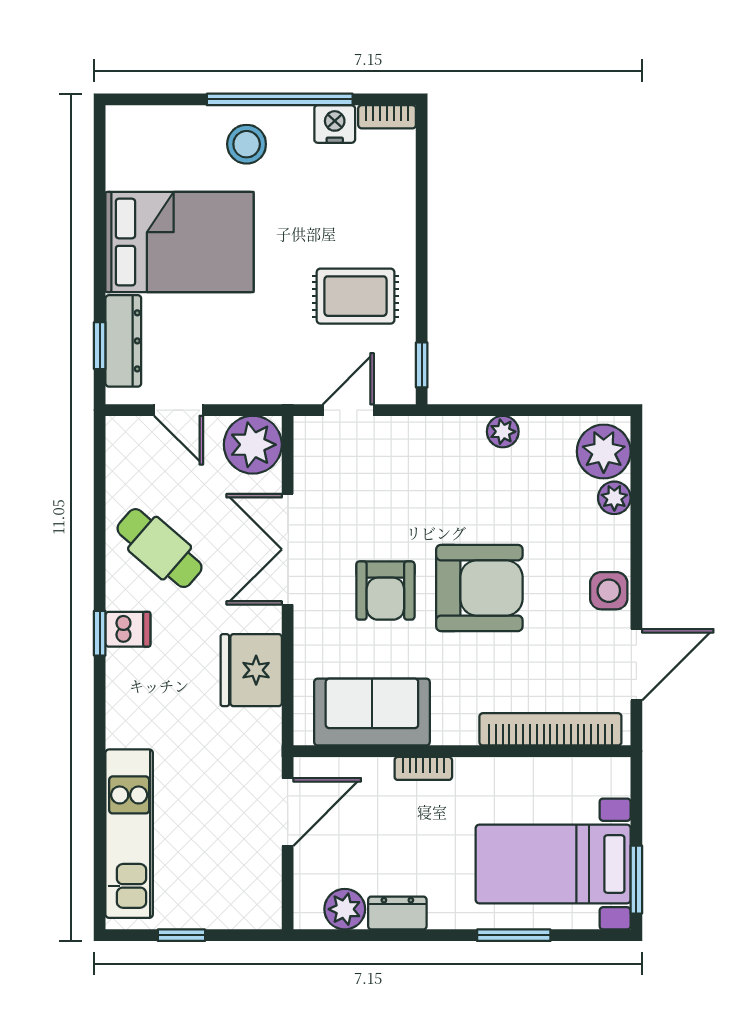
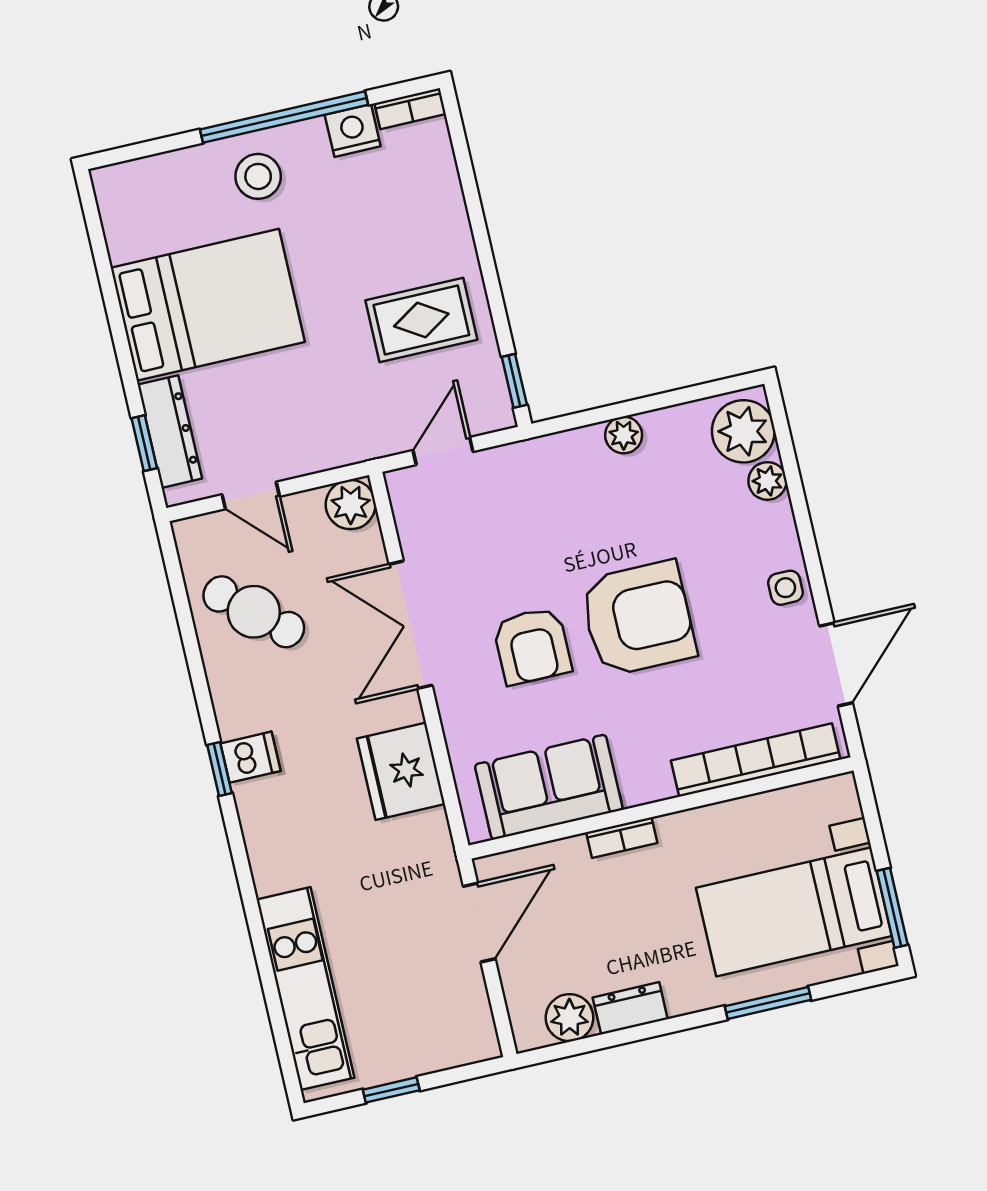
plant: (253, 445) -> (351, 505), width x0.73, depth x0.73
cafe table: (160, 548) -> (254, 612), moved
side table: (609, 591) -> (785, 588), width x0.73, depth x0.73

